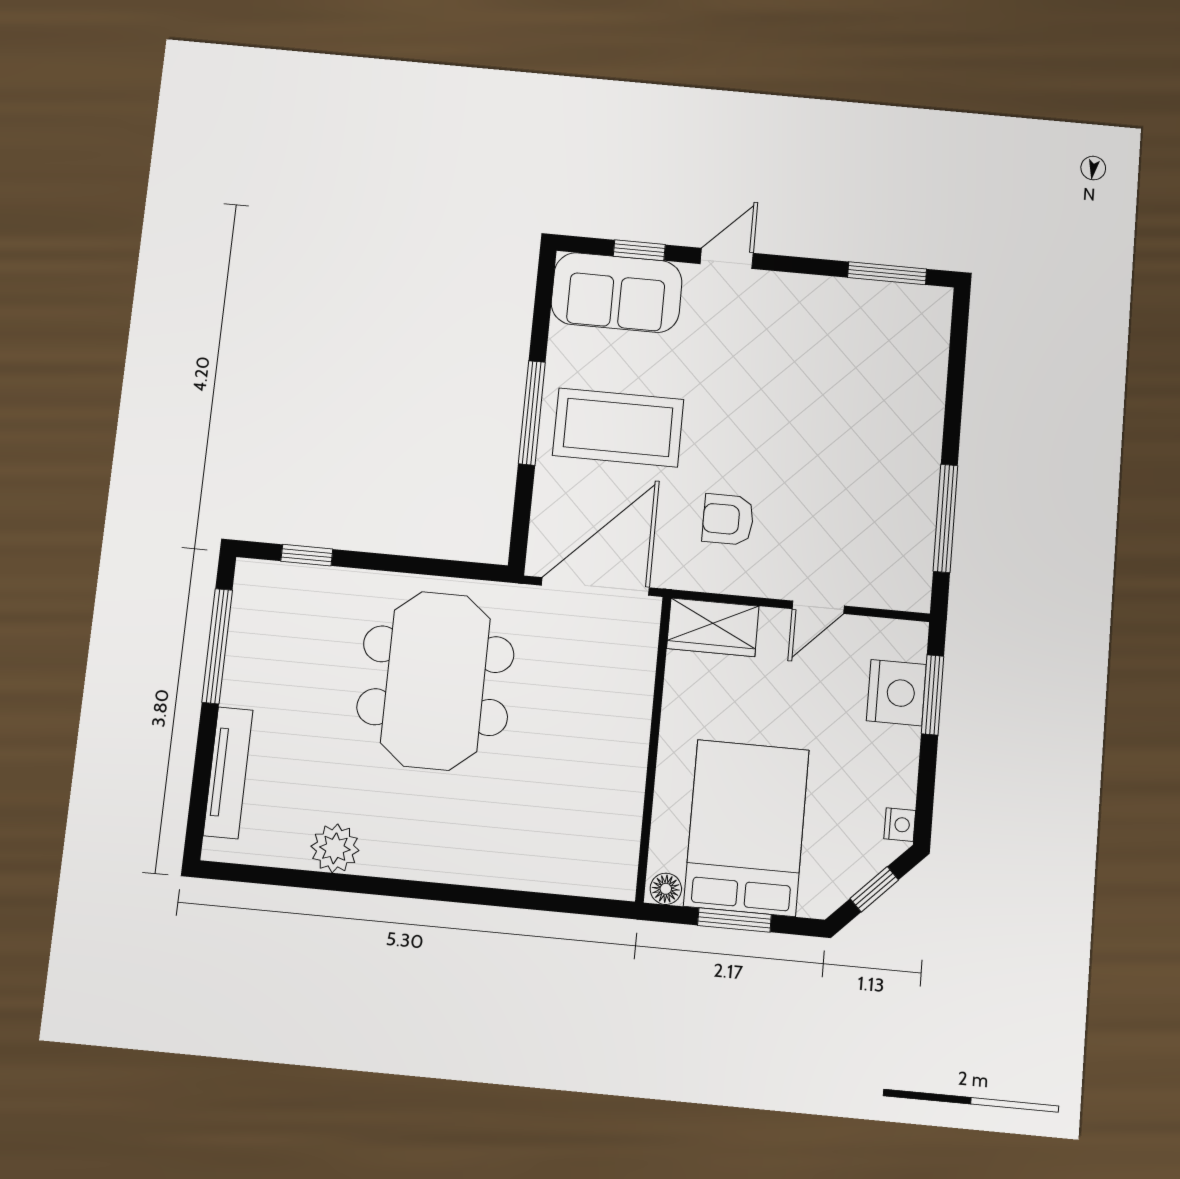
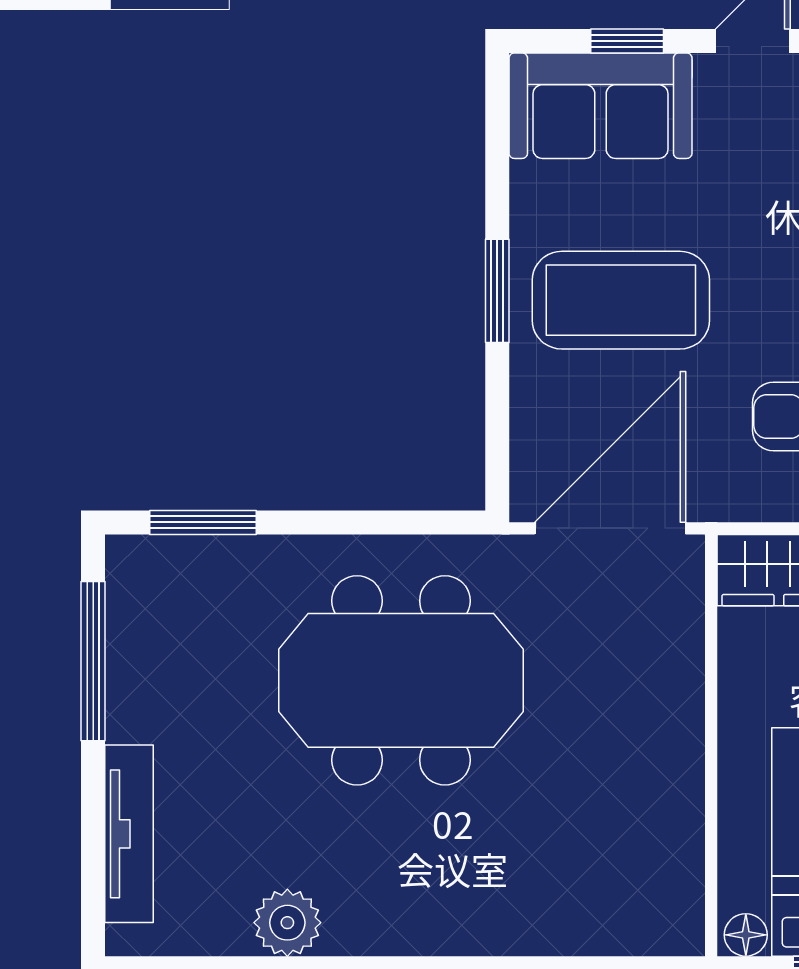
window: (532, 413) -> (497, 291), width x0.69
window: (307, 555) -> (203, 522), width x1.50
meeting table: (435, 681) -> (401, 680), turned 90

